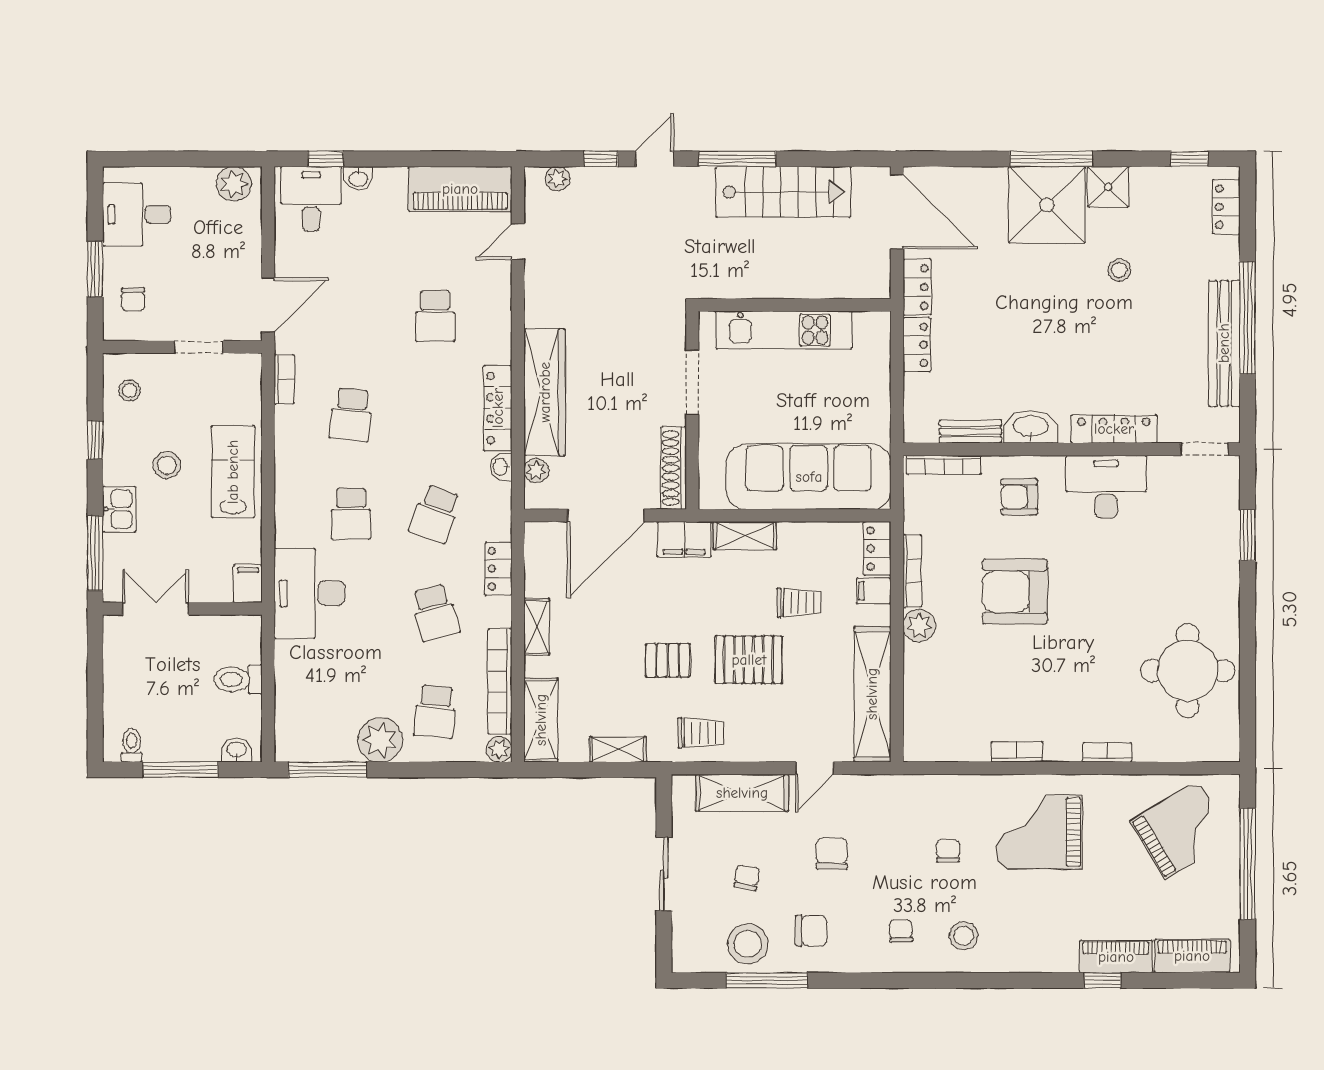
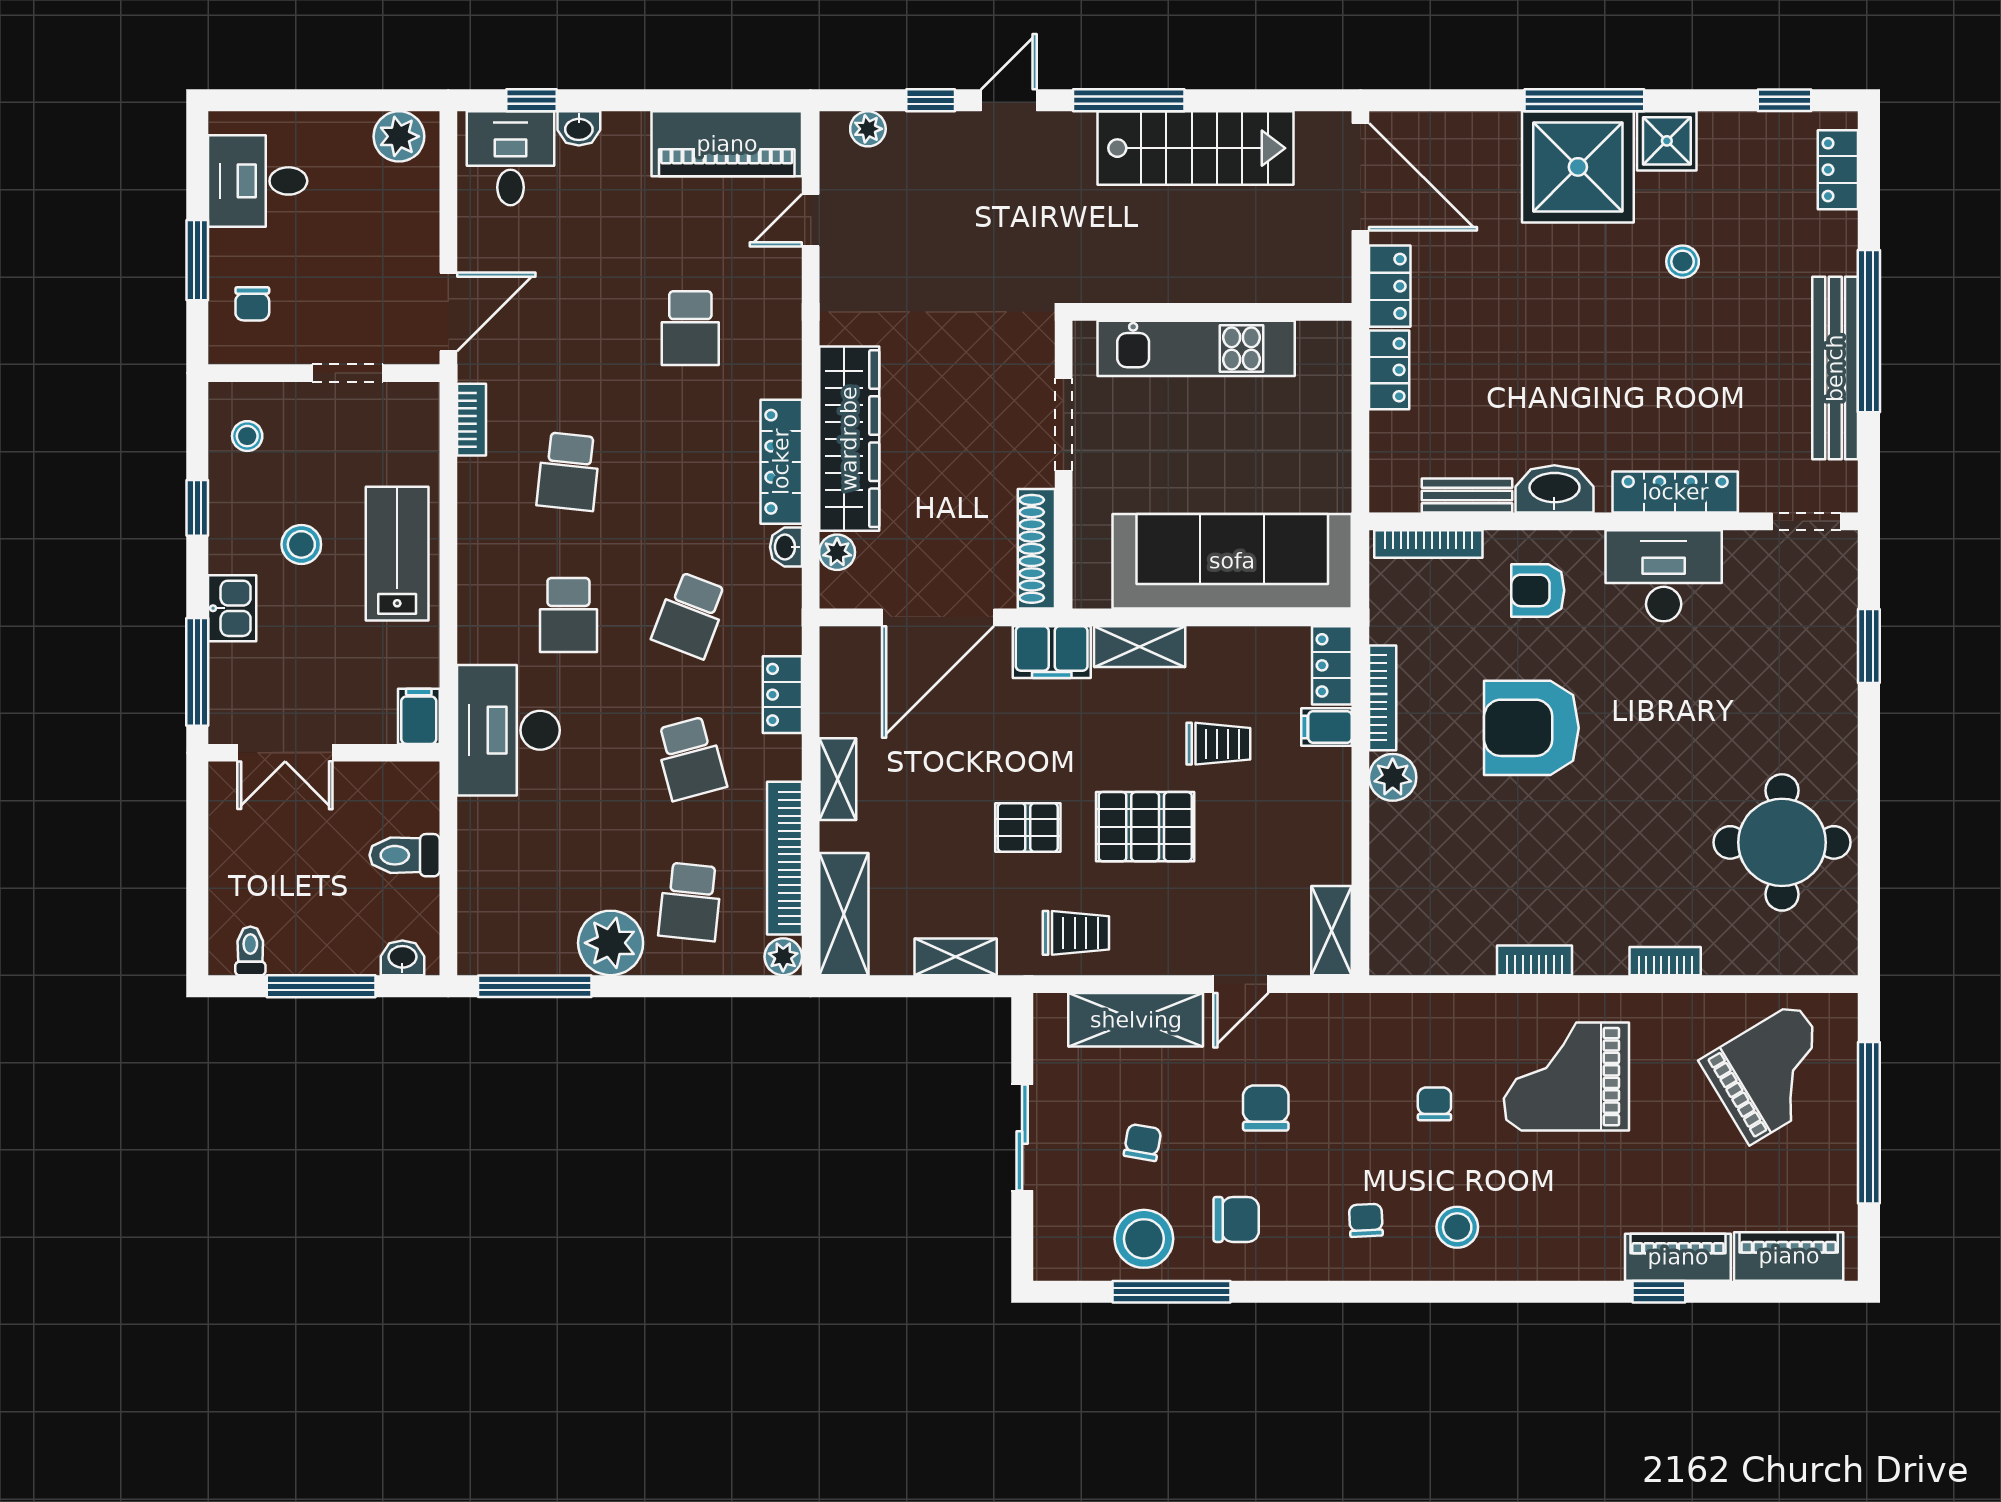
double door: (156, 609) -> (285, 753), swing flipped
shelving: (872, 694) -> (1332, 931), width x0.45, depth x0.75

